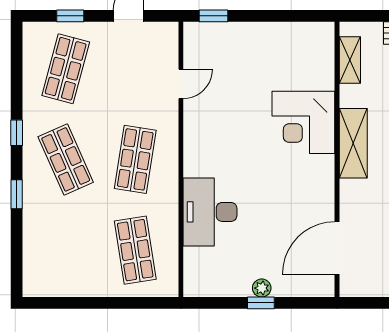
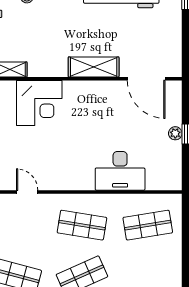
corner desk: (303, 122) -> (39, 103), moved
shelving: (353, 143) -> (94, 67), moved

